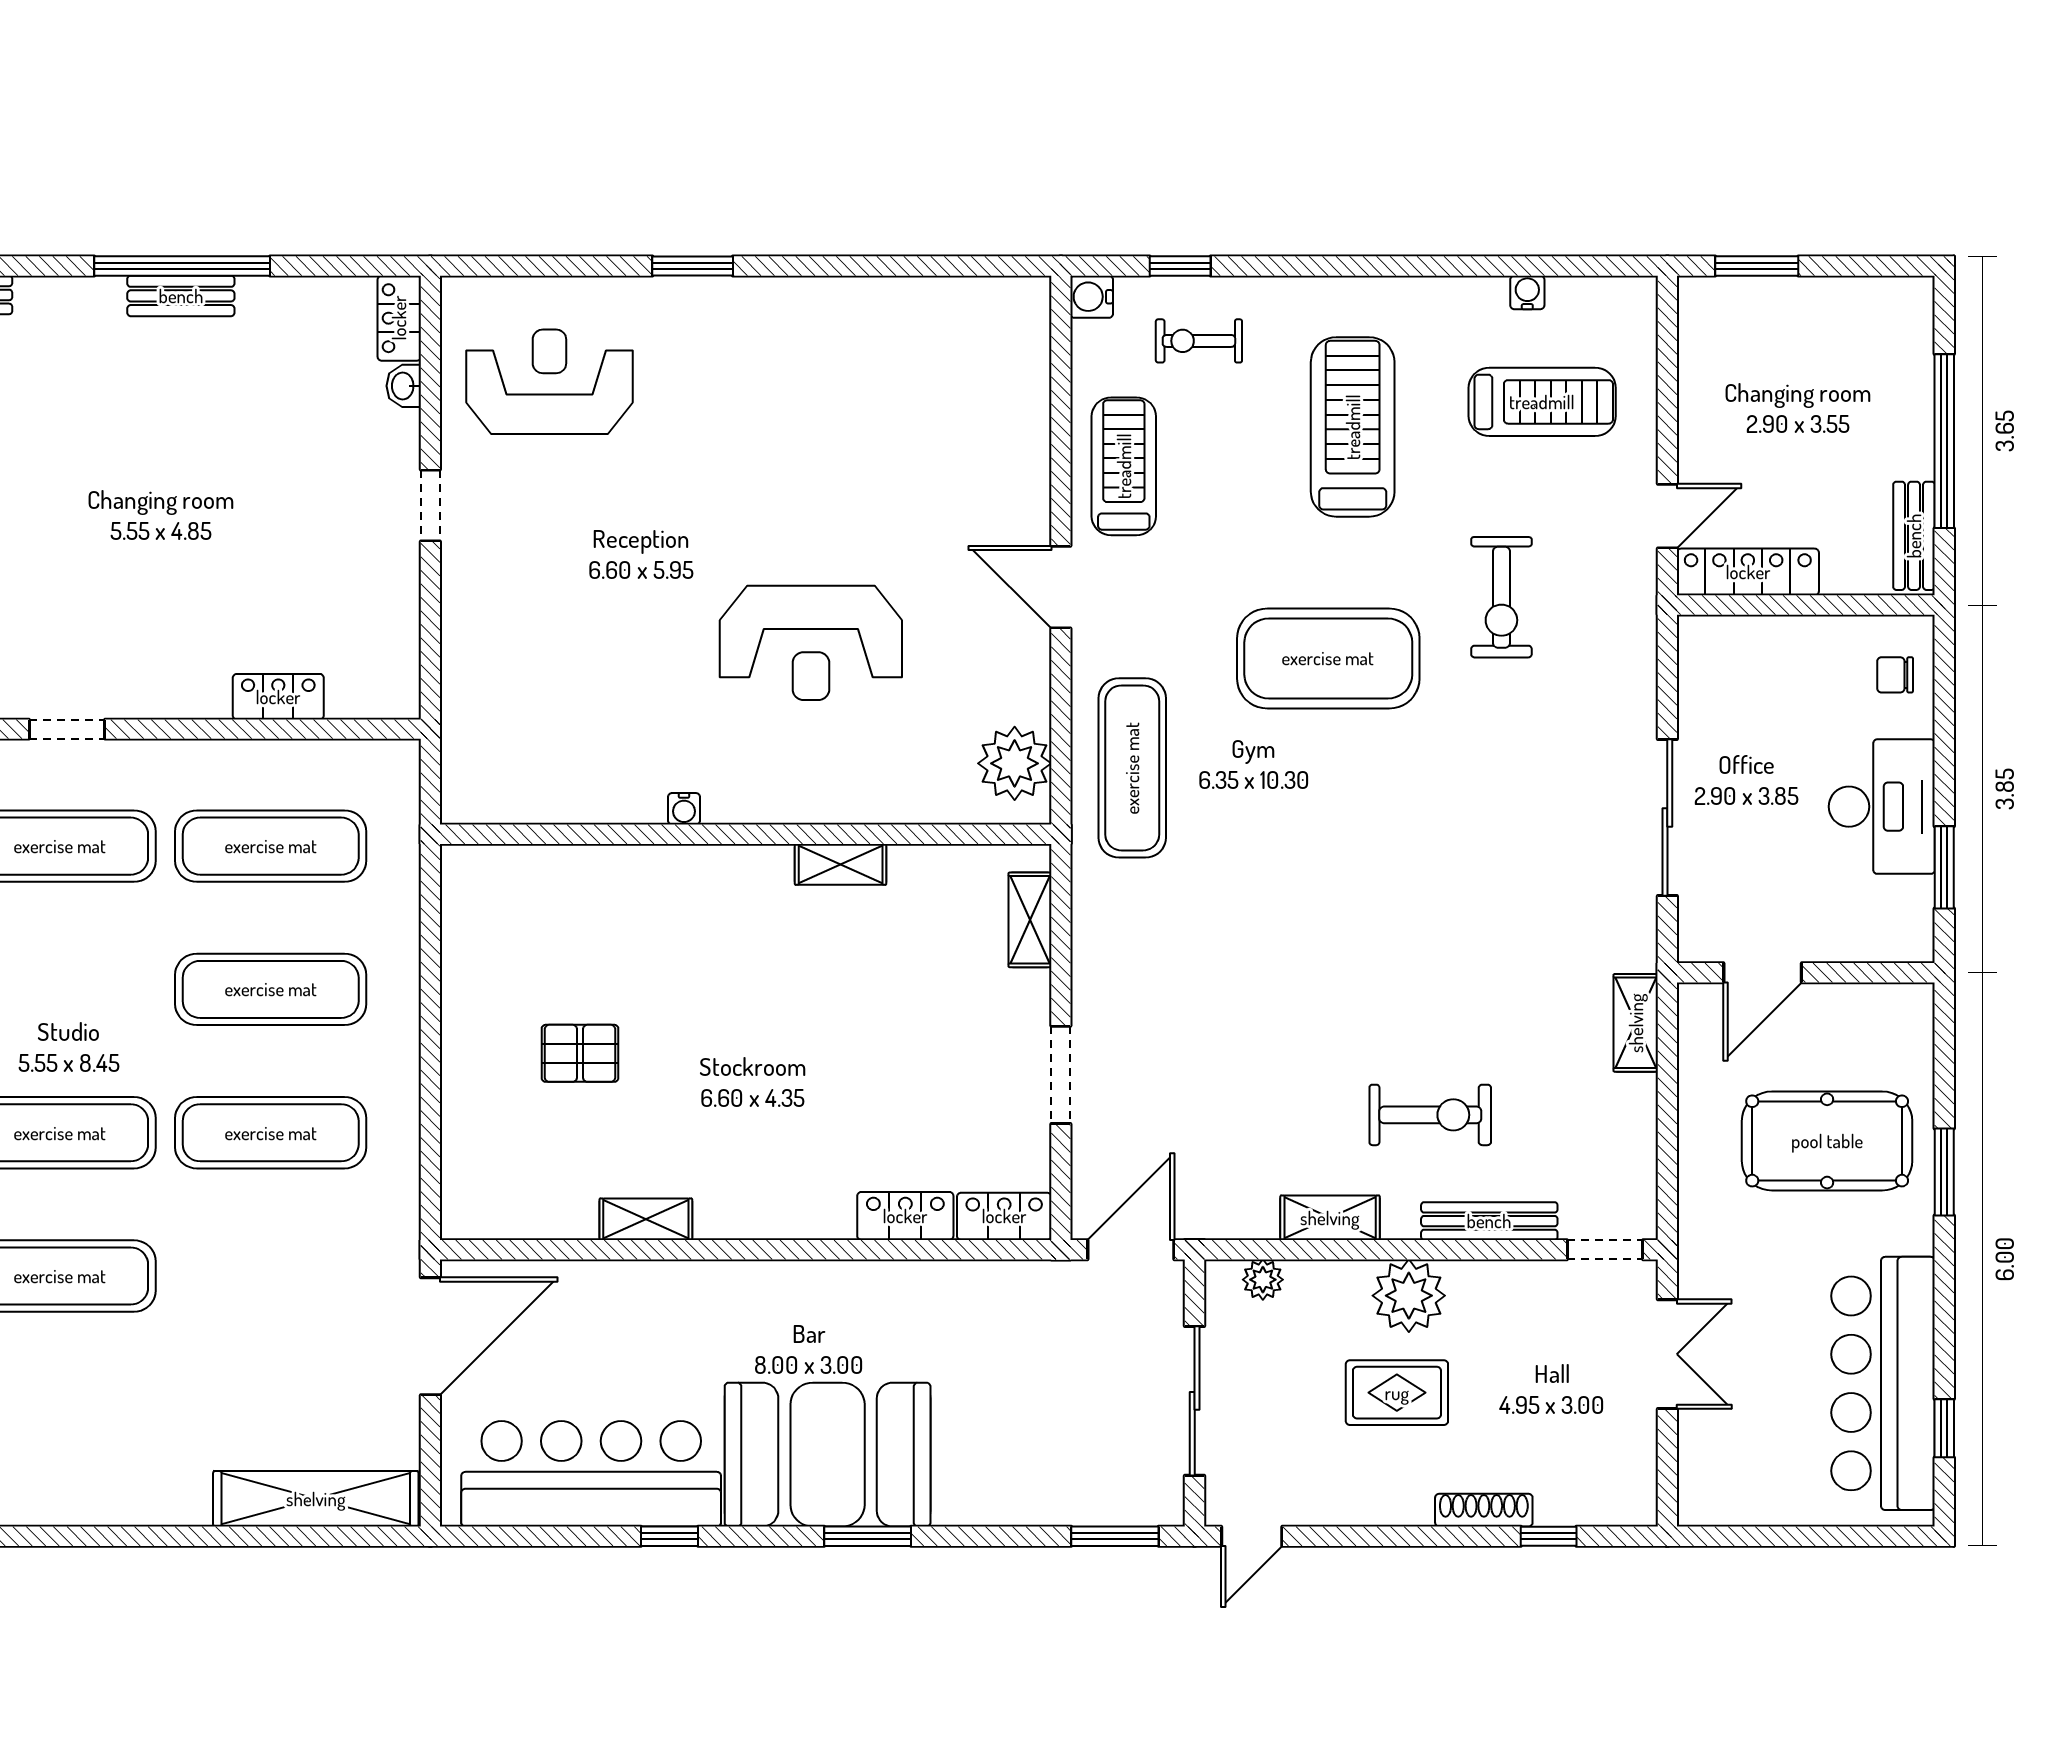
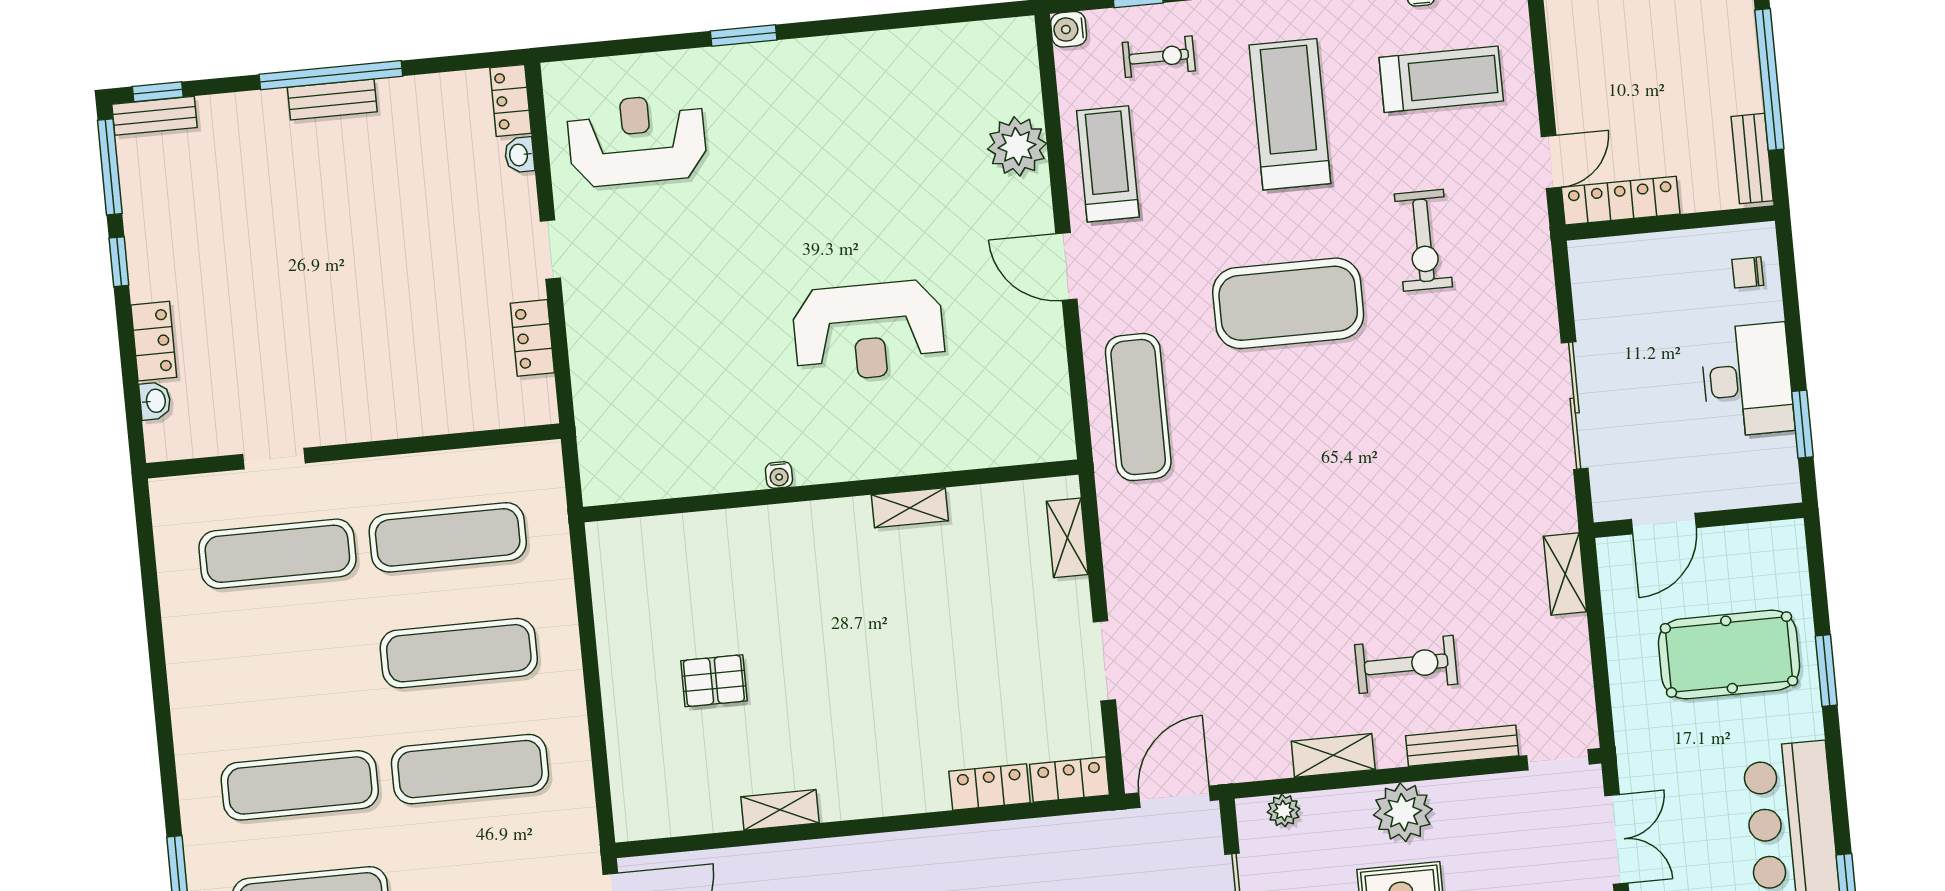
exercise bike: (1199, 341) -> (1159, 57), turned 180
locker: (278, 697) -> (532, 338), moved, turned -90
plant: (1015, 763) -> (1017, 146), moved

